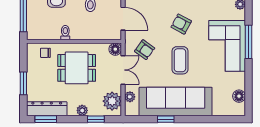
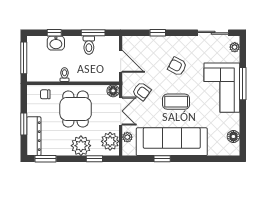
coffee table: (180, 60) -> (176, 102), turned 90
dining table: (77, 68) -> (76, 109), turned 90
dresser: (47, 109) -> (34, 136), moved, turned 90
plant: (82, 110) -> (81, 146), width x1.88, depth x1.88

